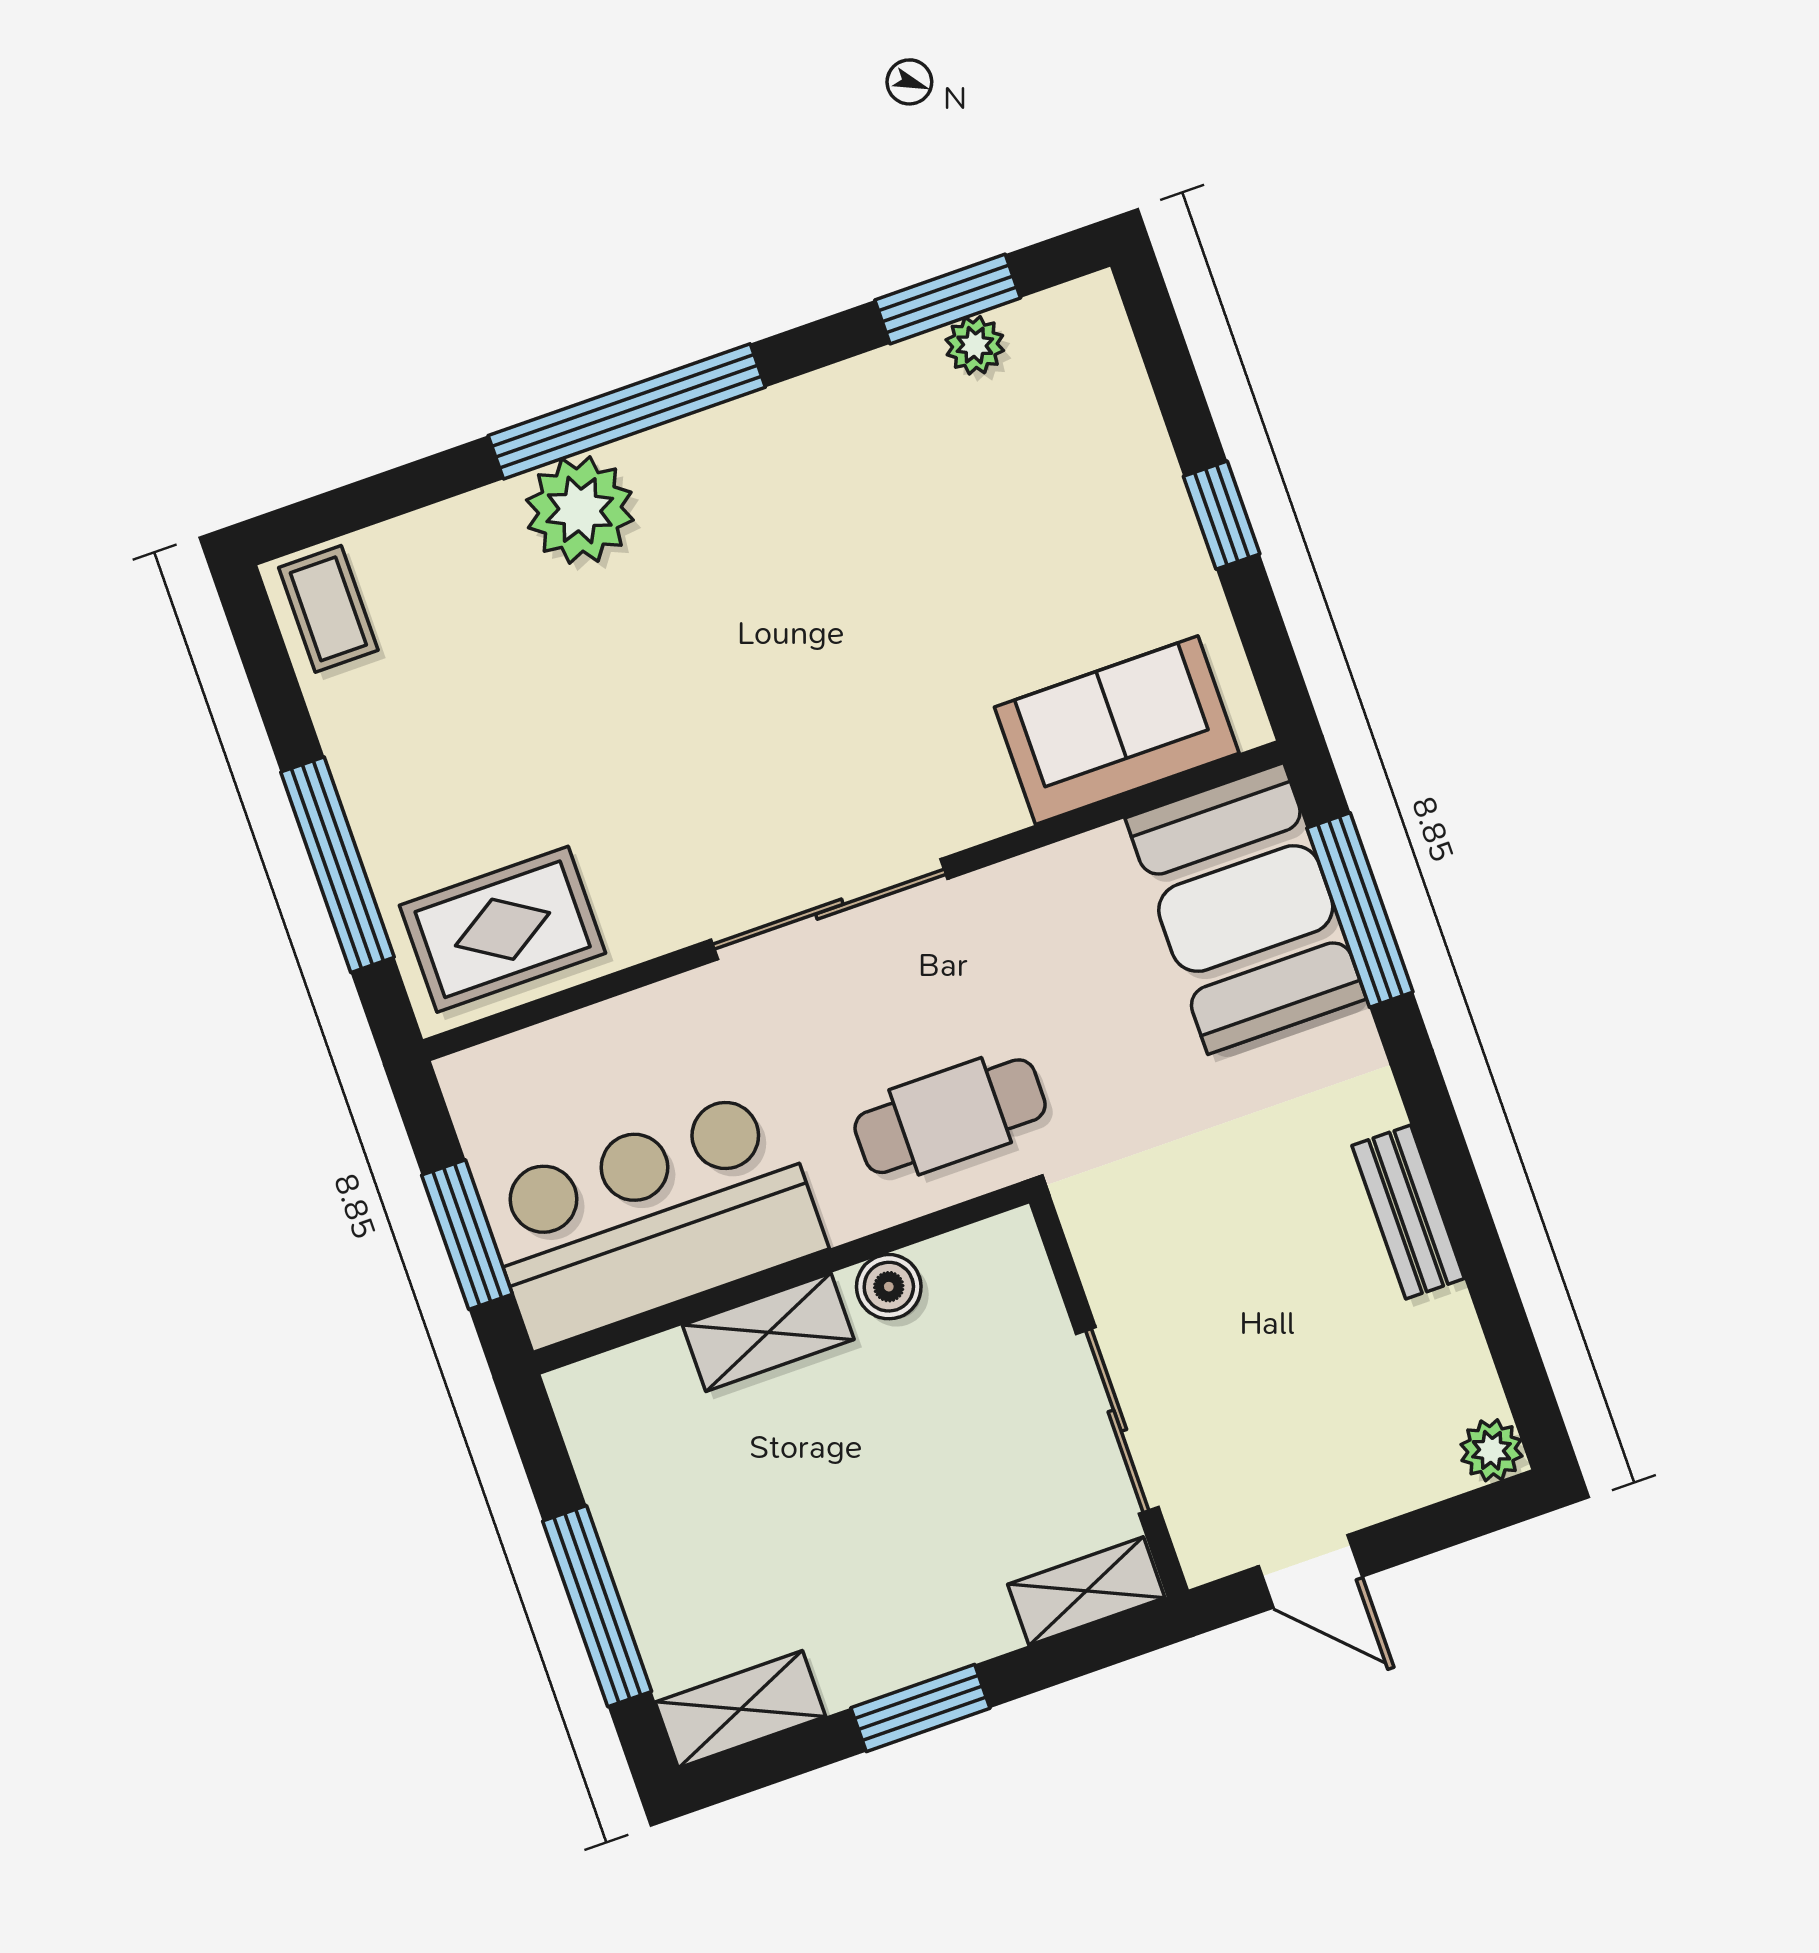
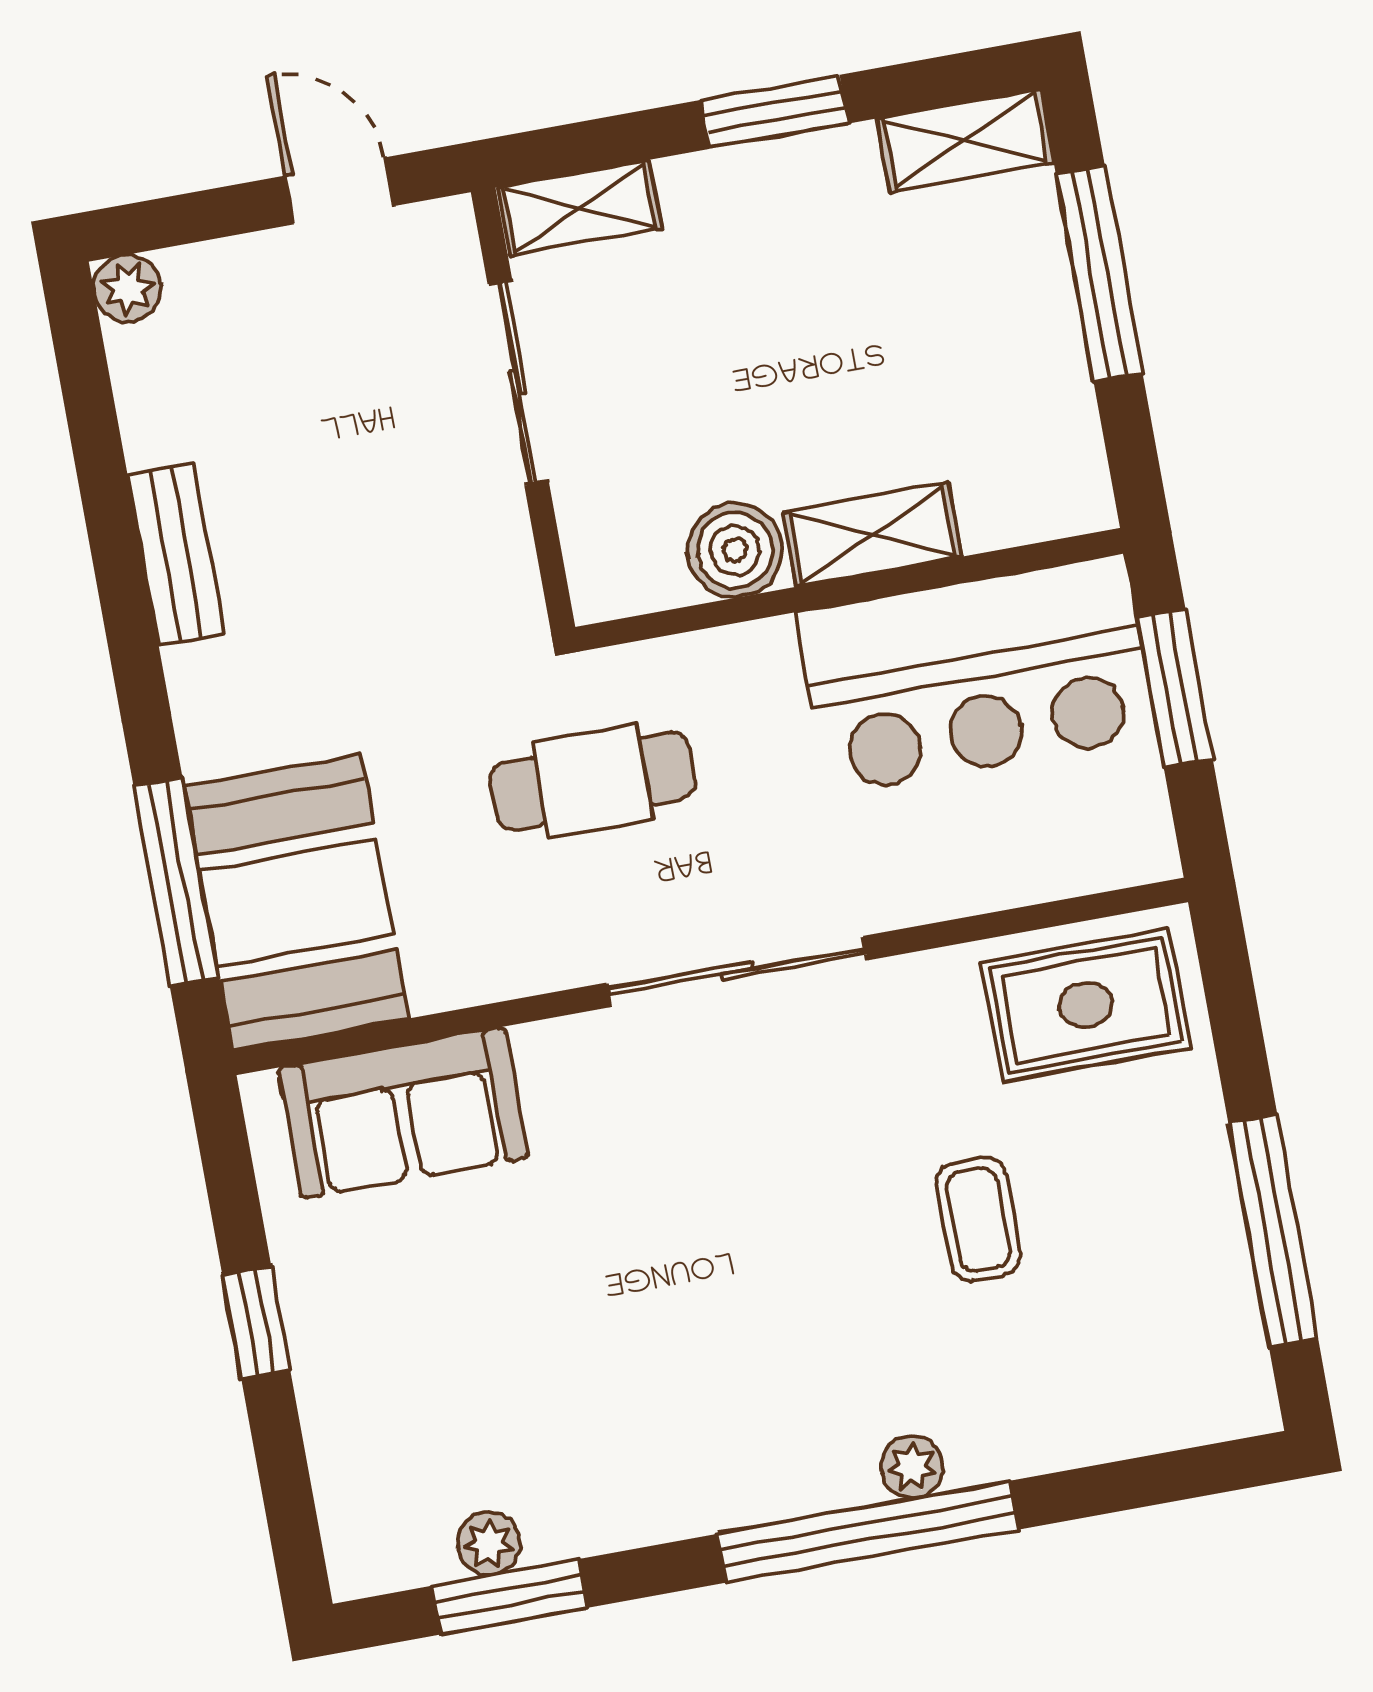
plant: (580, 510) -> (912, 1467), width x0.53, depth x0.53
coffee table: (328, 609) -> (978, 1219), moved
window: (337, 865) -> (1273, 1230), moved
cafe table: (950, 1116) -> (593, 781), moved
boiler: (889, 1287) -> (735, 550), width x1.36, depth x1.36

